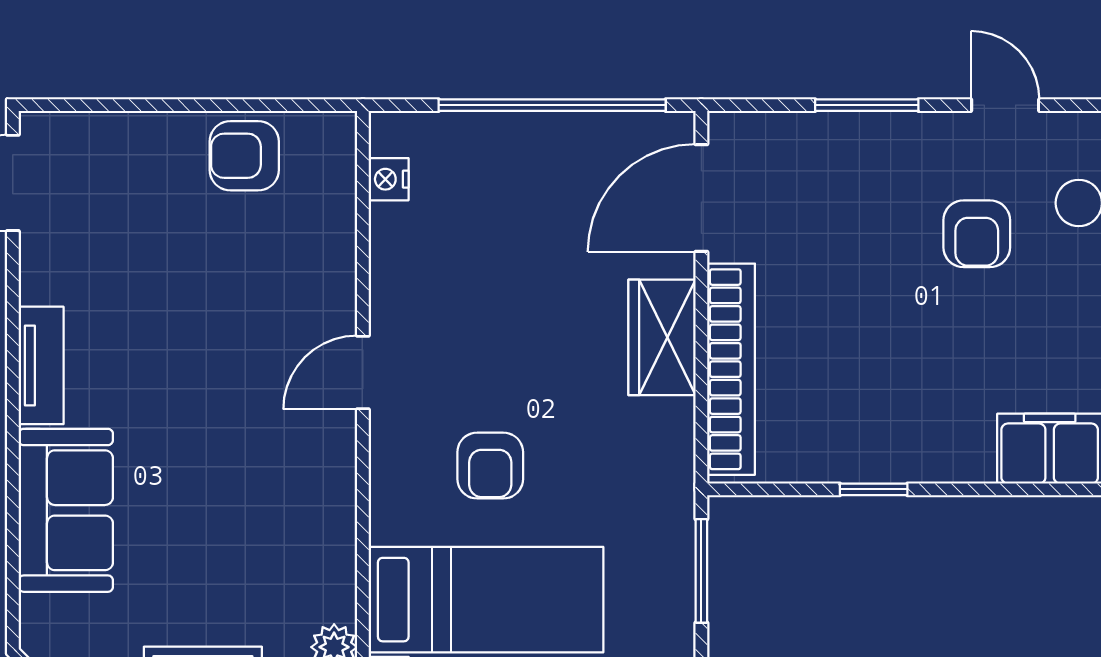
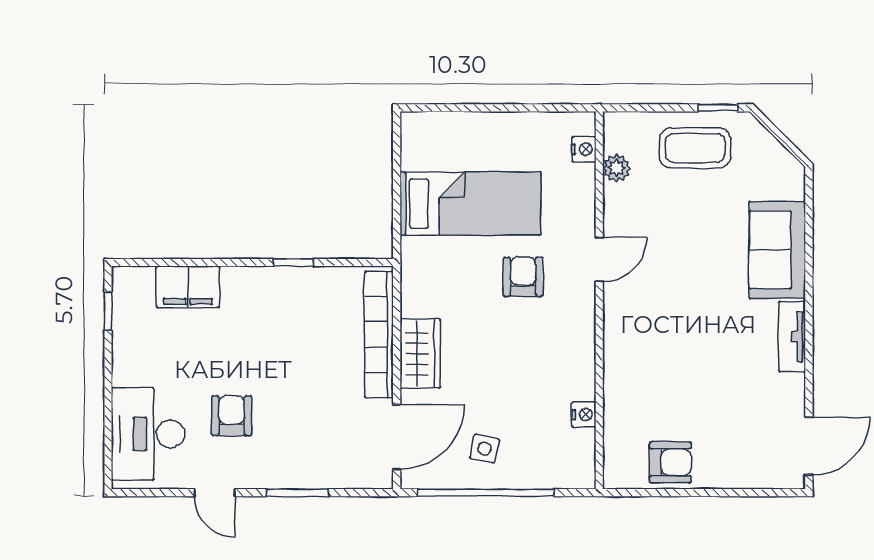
nightstand: (389, 179) -> (584, 415), moved
side table: (555, 179) -> (485, 449), added
door: (363, 372) -> (599, 259), moved
window: (701, 571) -> (397, 214), removed
bed: (486, 600) -> (470, 204), moved, turned 180

